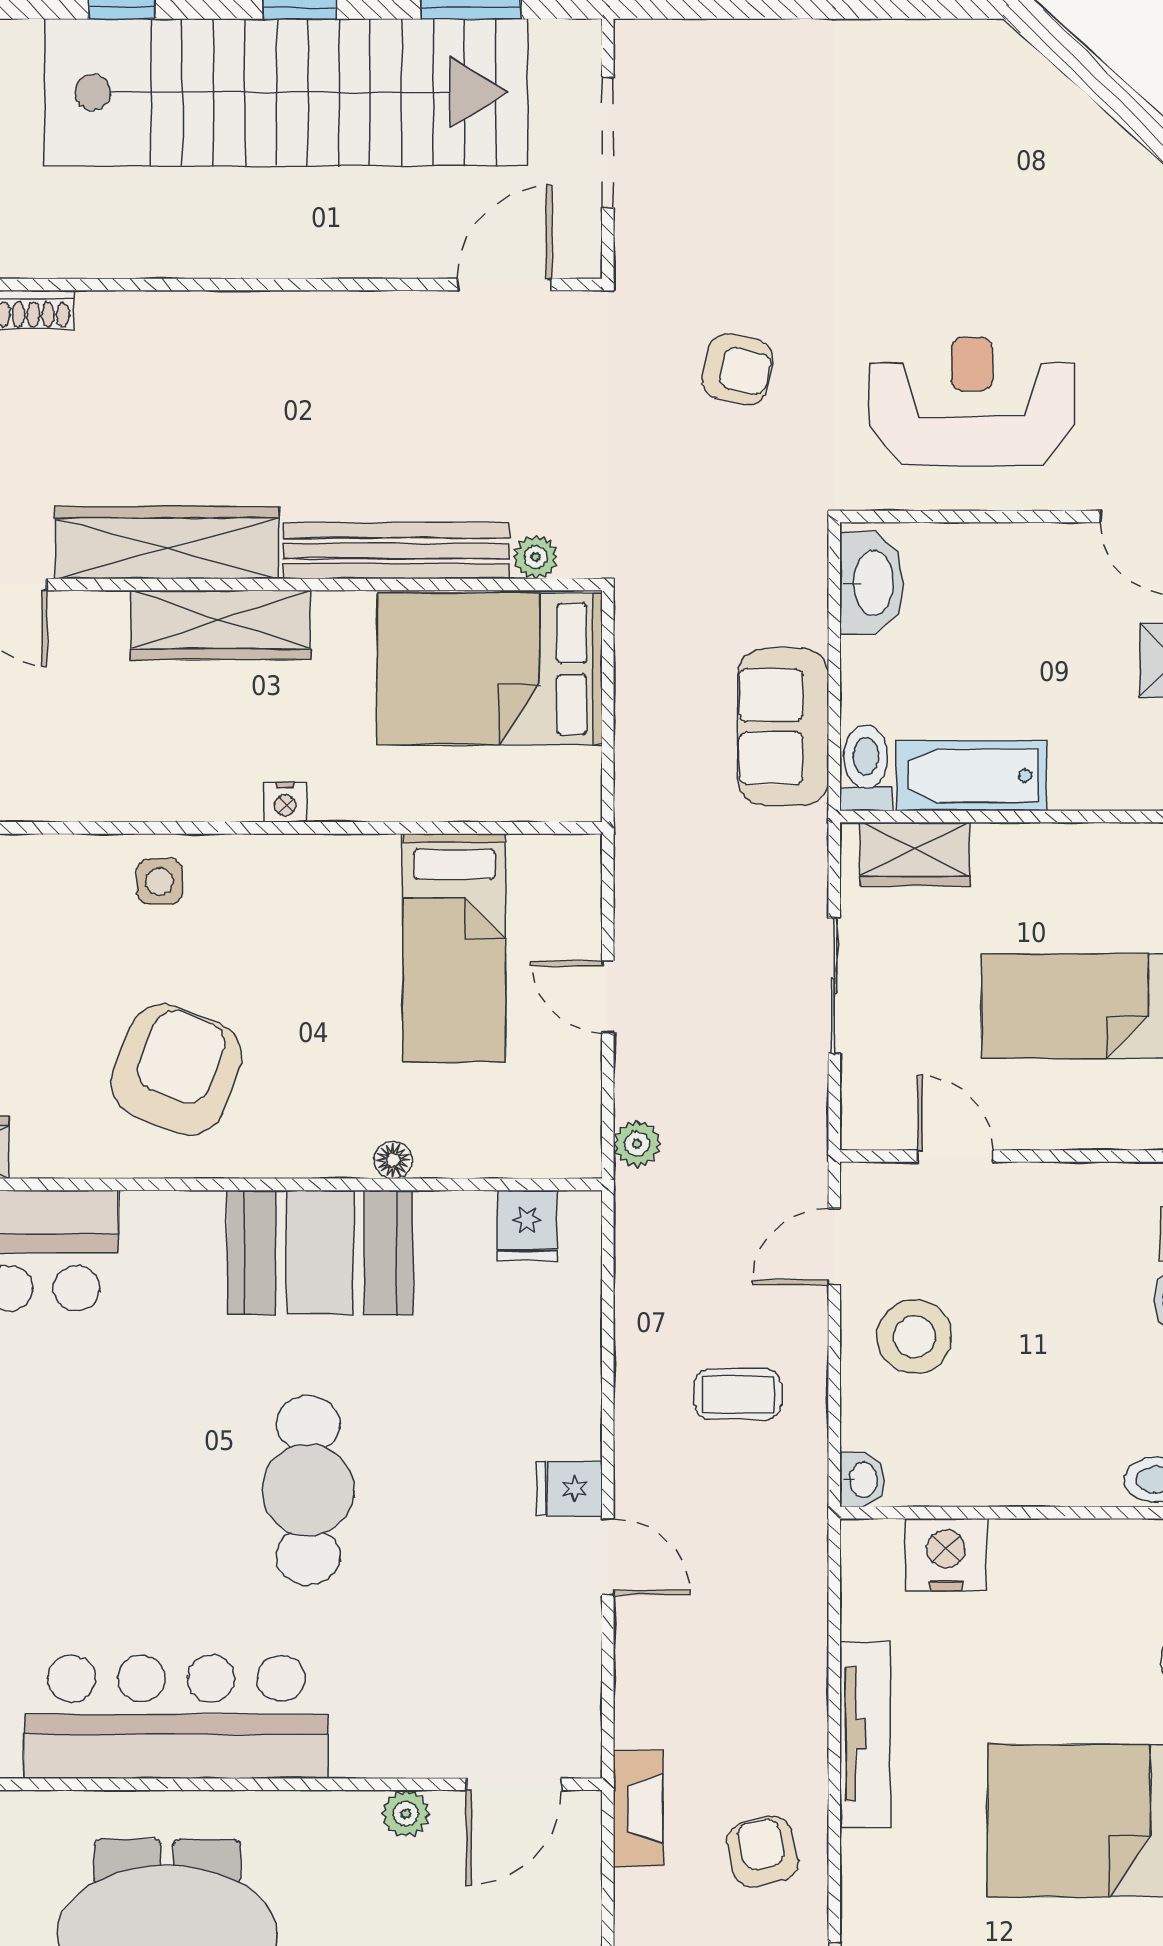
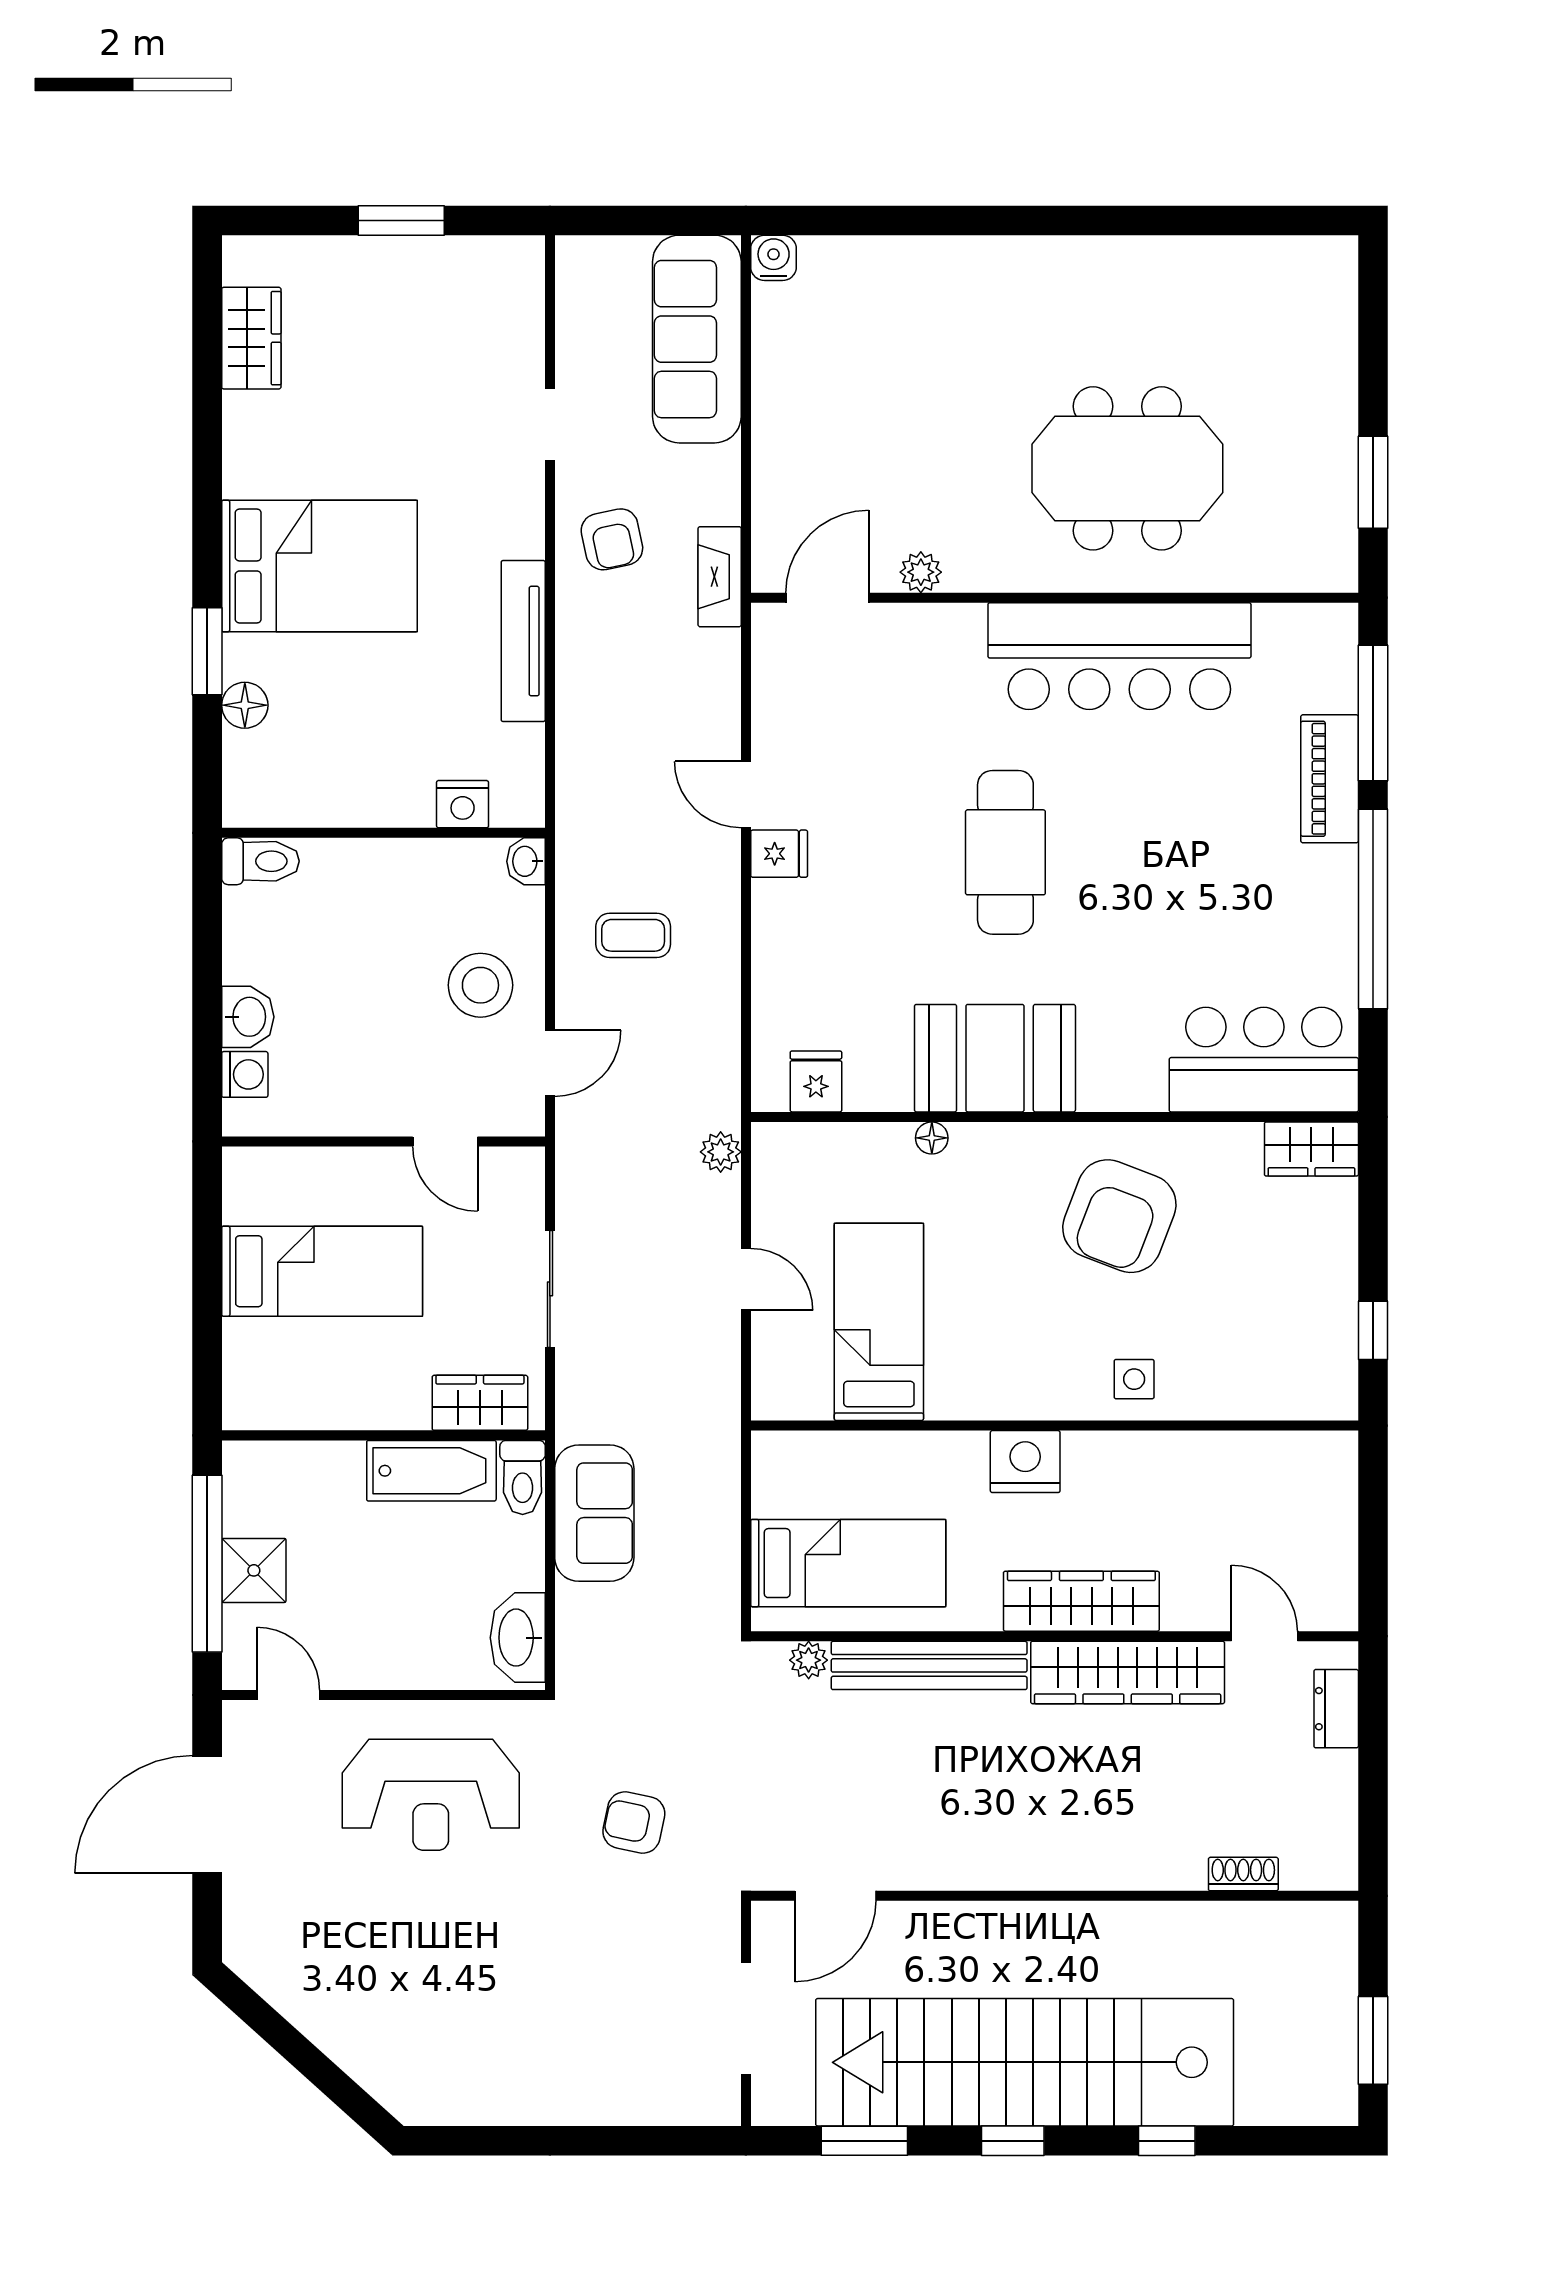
bed: (490, 669) -> (848, 1563), width x0.67
nightstand: (285, 802) -> (1025, 1462), width x1.89, depth x1.79
nightstand: (946, 1555) -> (463, 804), width x0.74, depth x0.75

